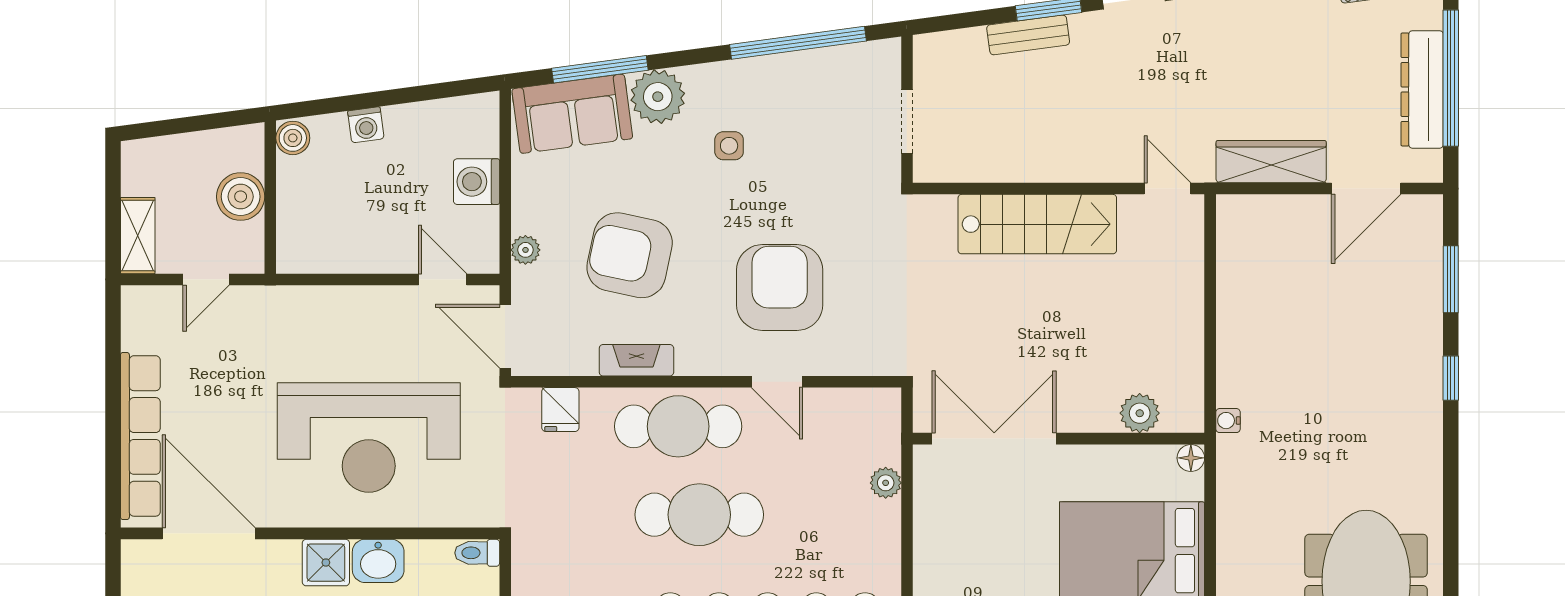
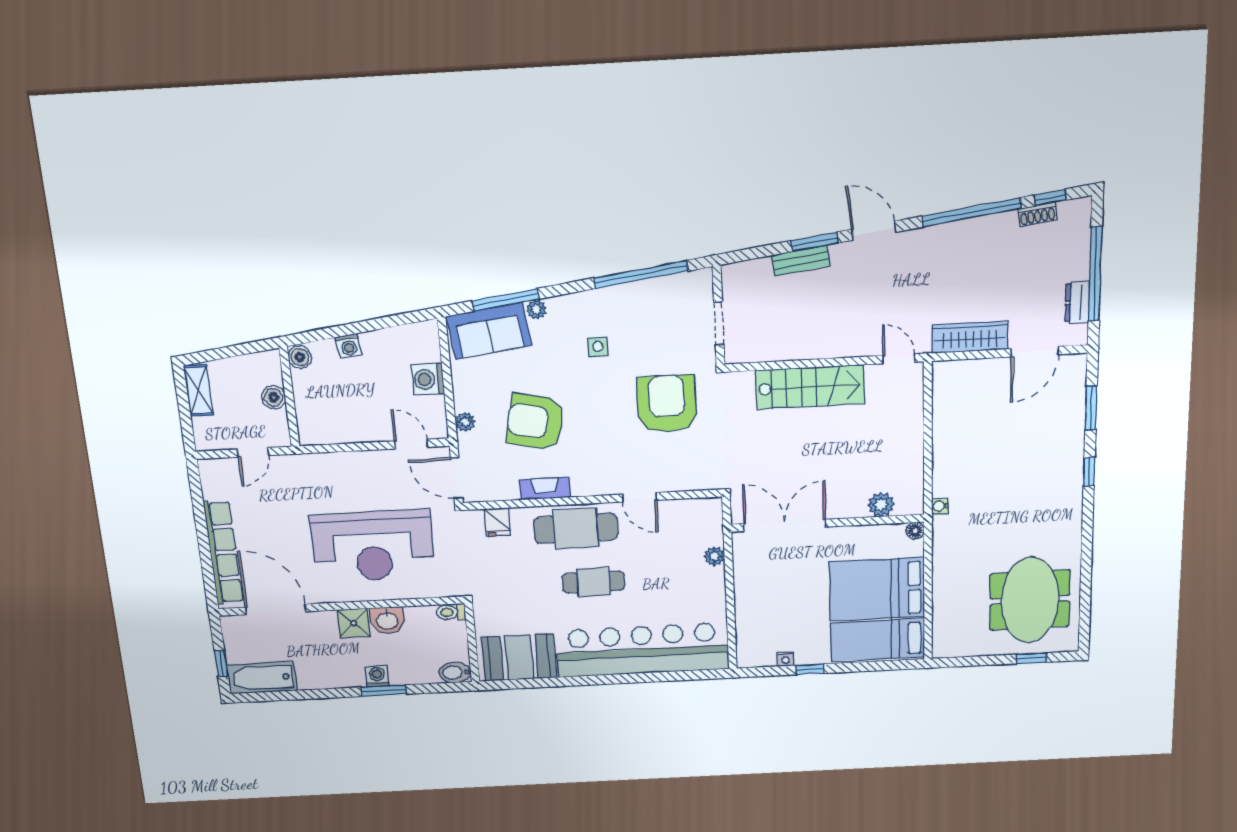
dresser: (1422, 89) -> (1077, 302), width x0.51, depth x0.80
plant: (658, 97) -> (536, 309), width x0.53, depth x0.53
boiler: (241, 197) -> (274, 397), width x0.73, depth x0.73
shelving: (138, 236) -> (198, 391), moved
armchair: (780, 287) -> (667, 404), moved
cafe table: (699, 515) -> (593, 582), width x0.73, depth x0.74

